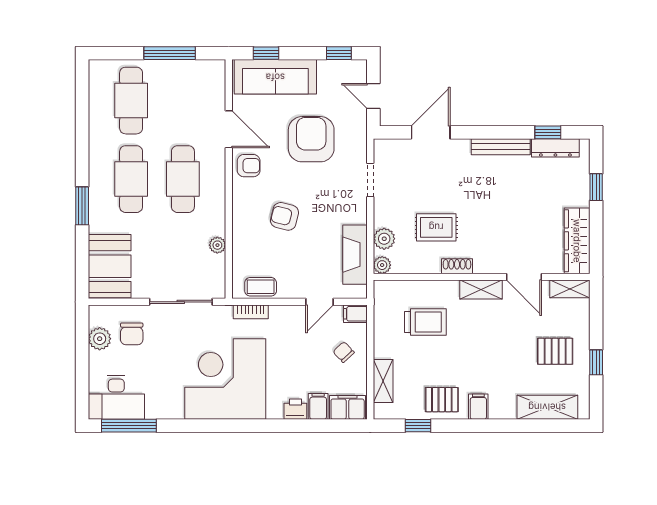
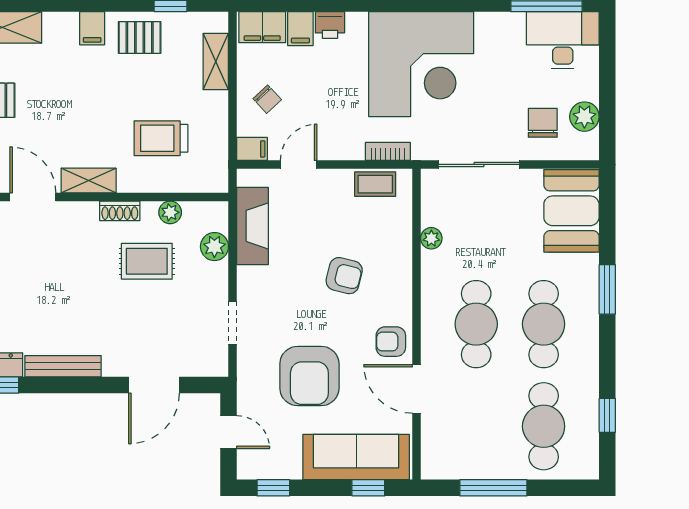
window: (82, 109) -> (607, 415), added
plant: (382, 265) -> (170, 212), moved

